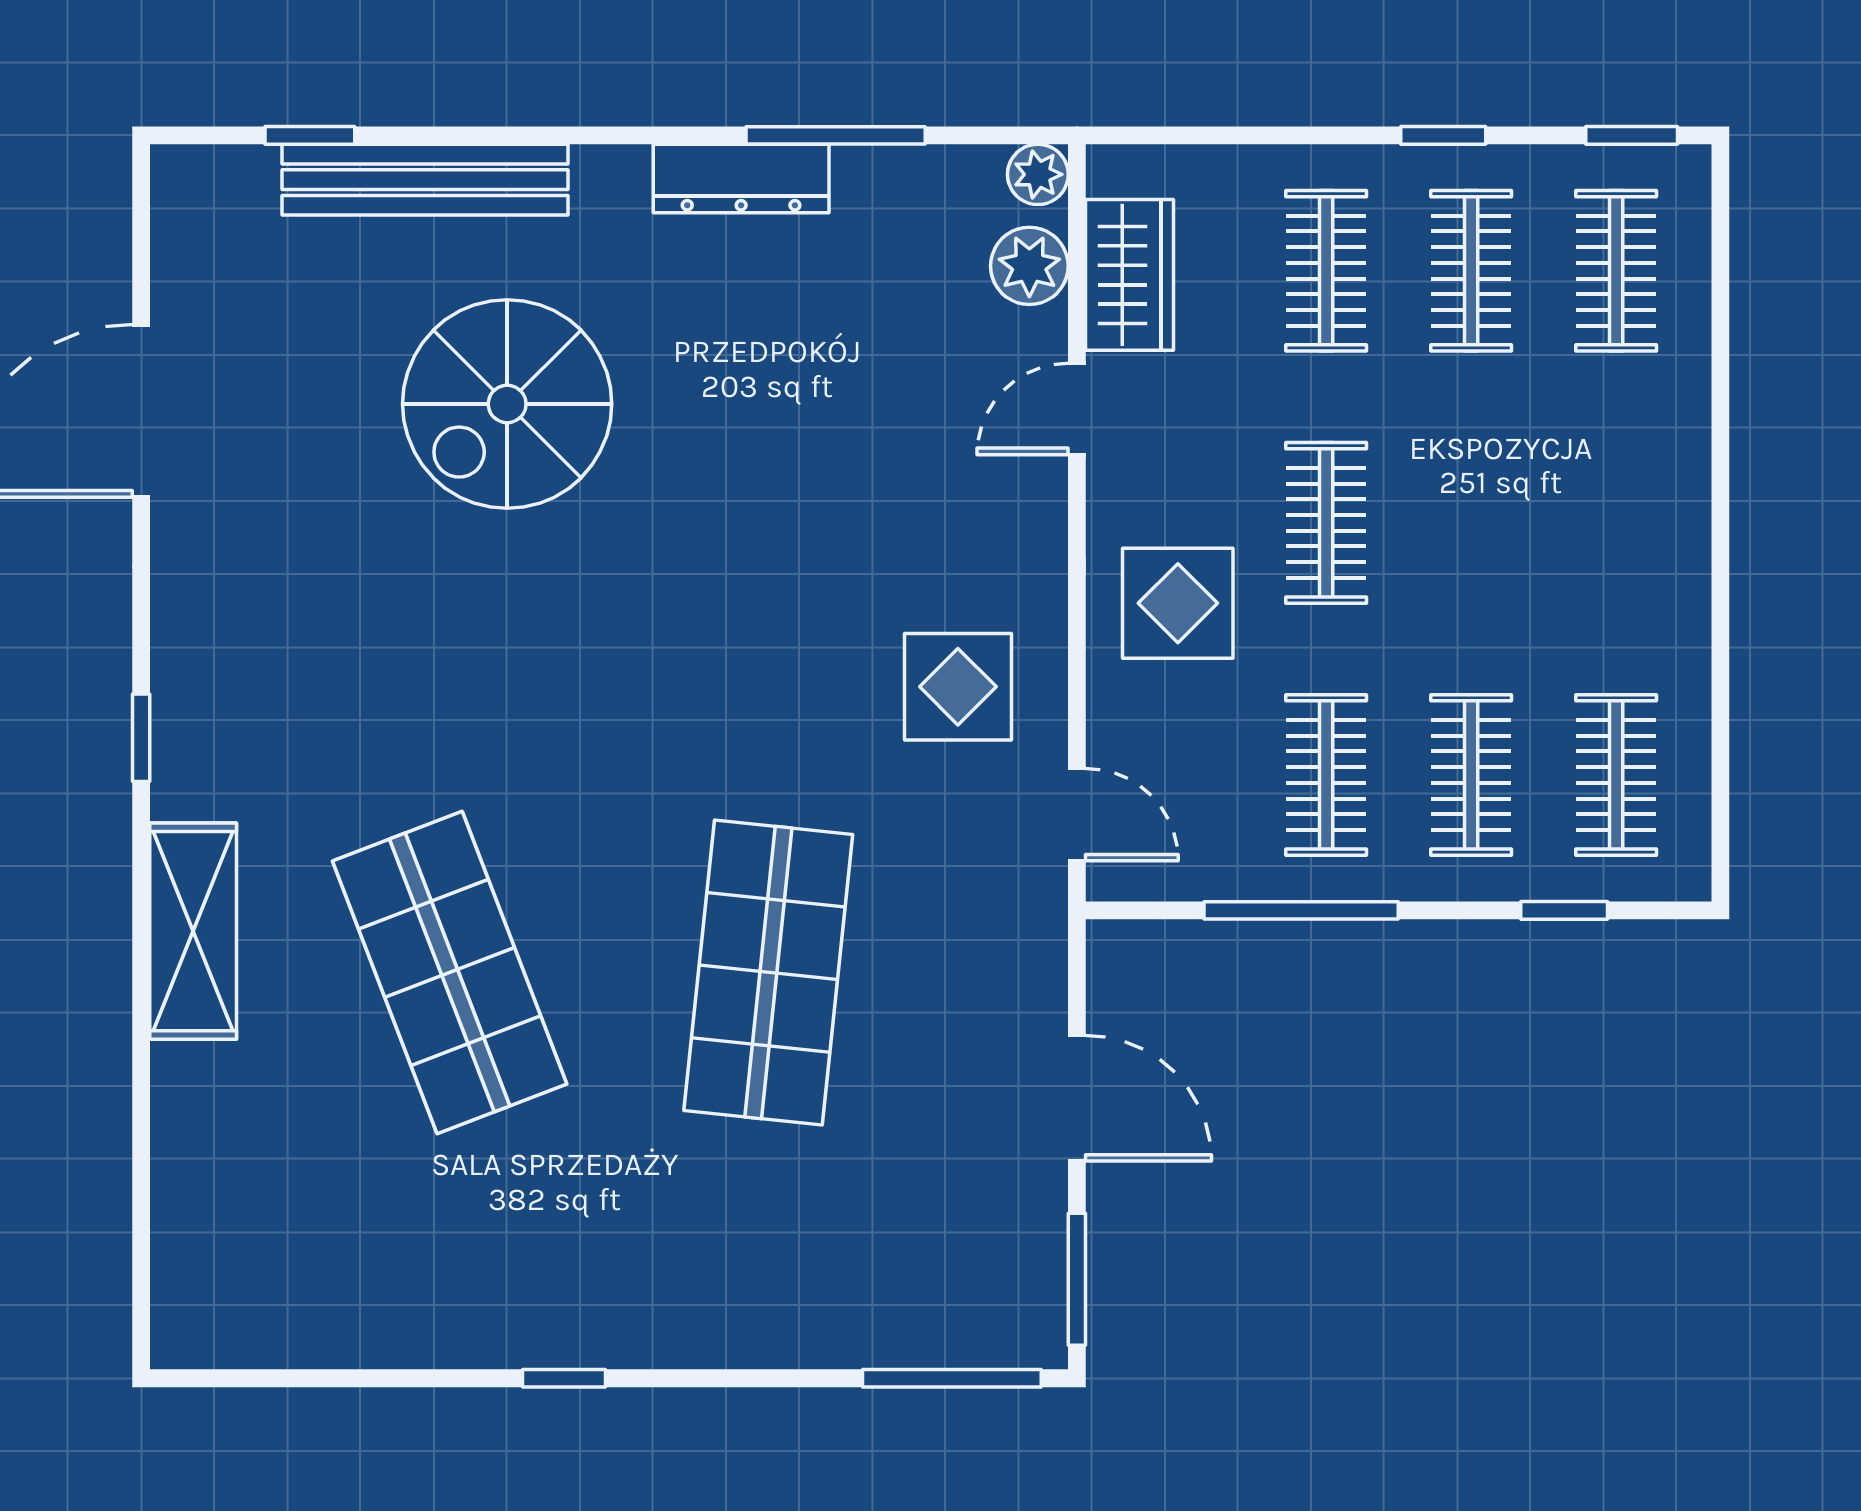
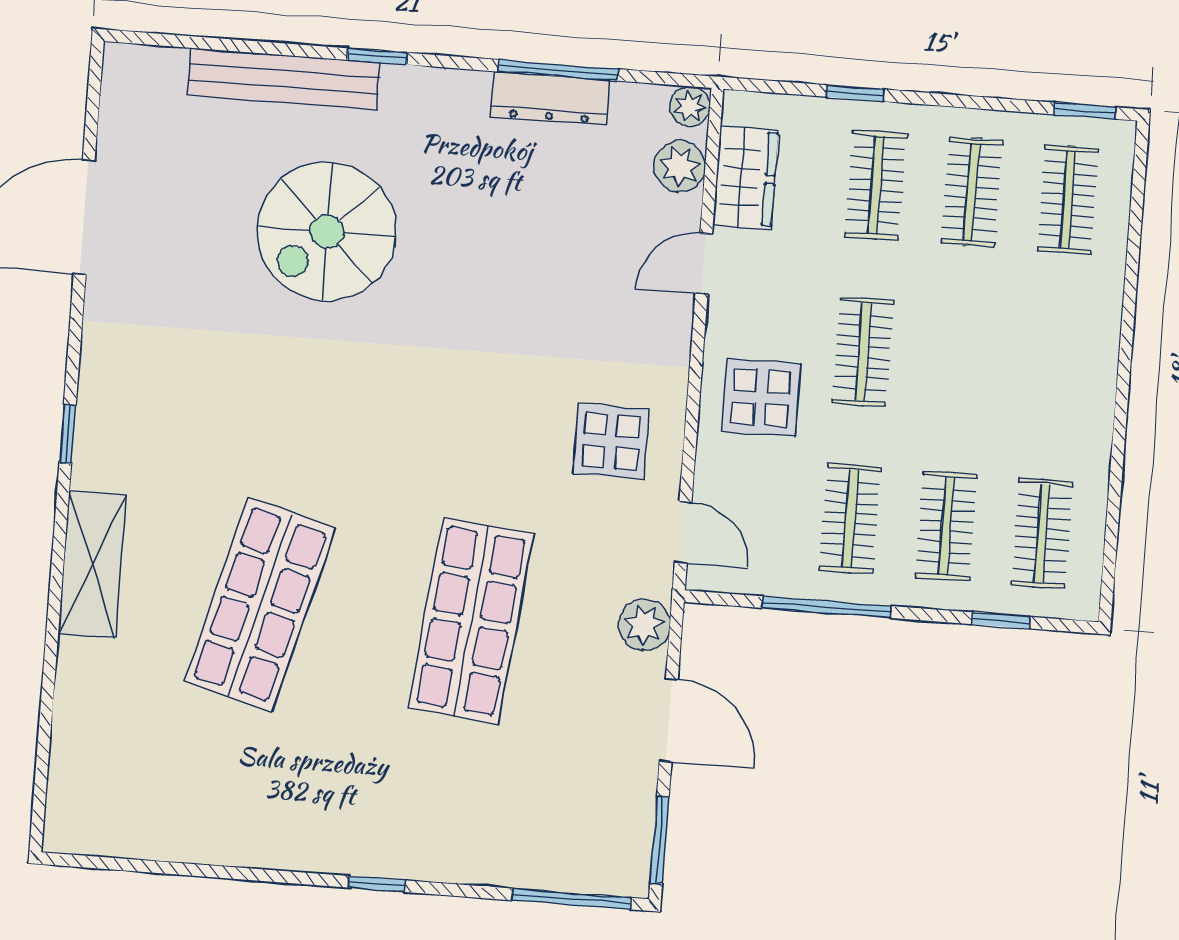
window: (310, 135) -> (377, 56), moved
window: (1443, 135) -> (855, 93), moved
dresser: (741, 178) -> (550, 98), moved
plant: (1029, 958) -> (644, 625), added
shop shelf: (450, 972) -> (260, 605), turned 36
window: (564, 1378) -> (377, 884), moved

